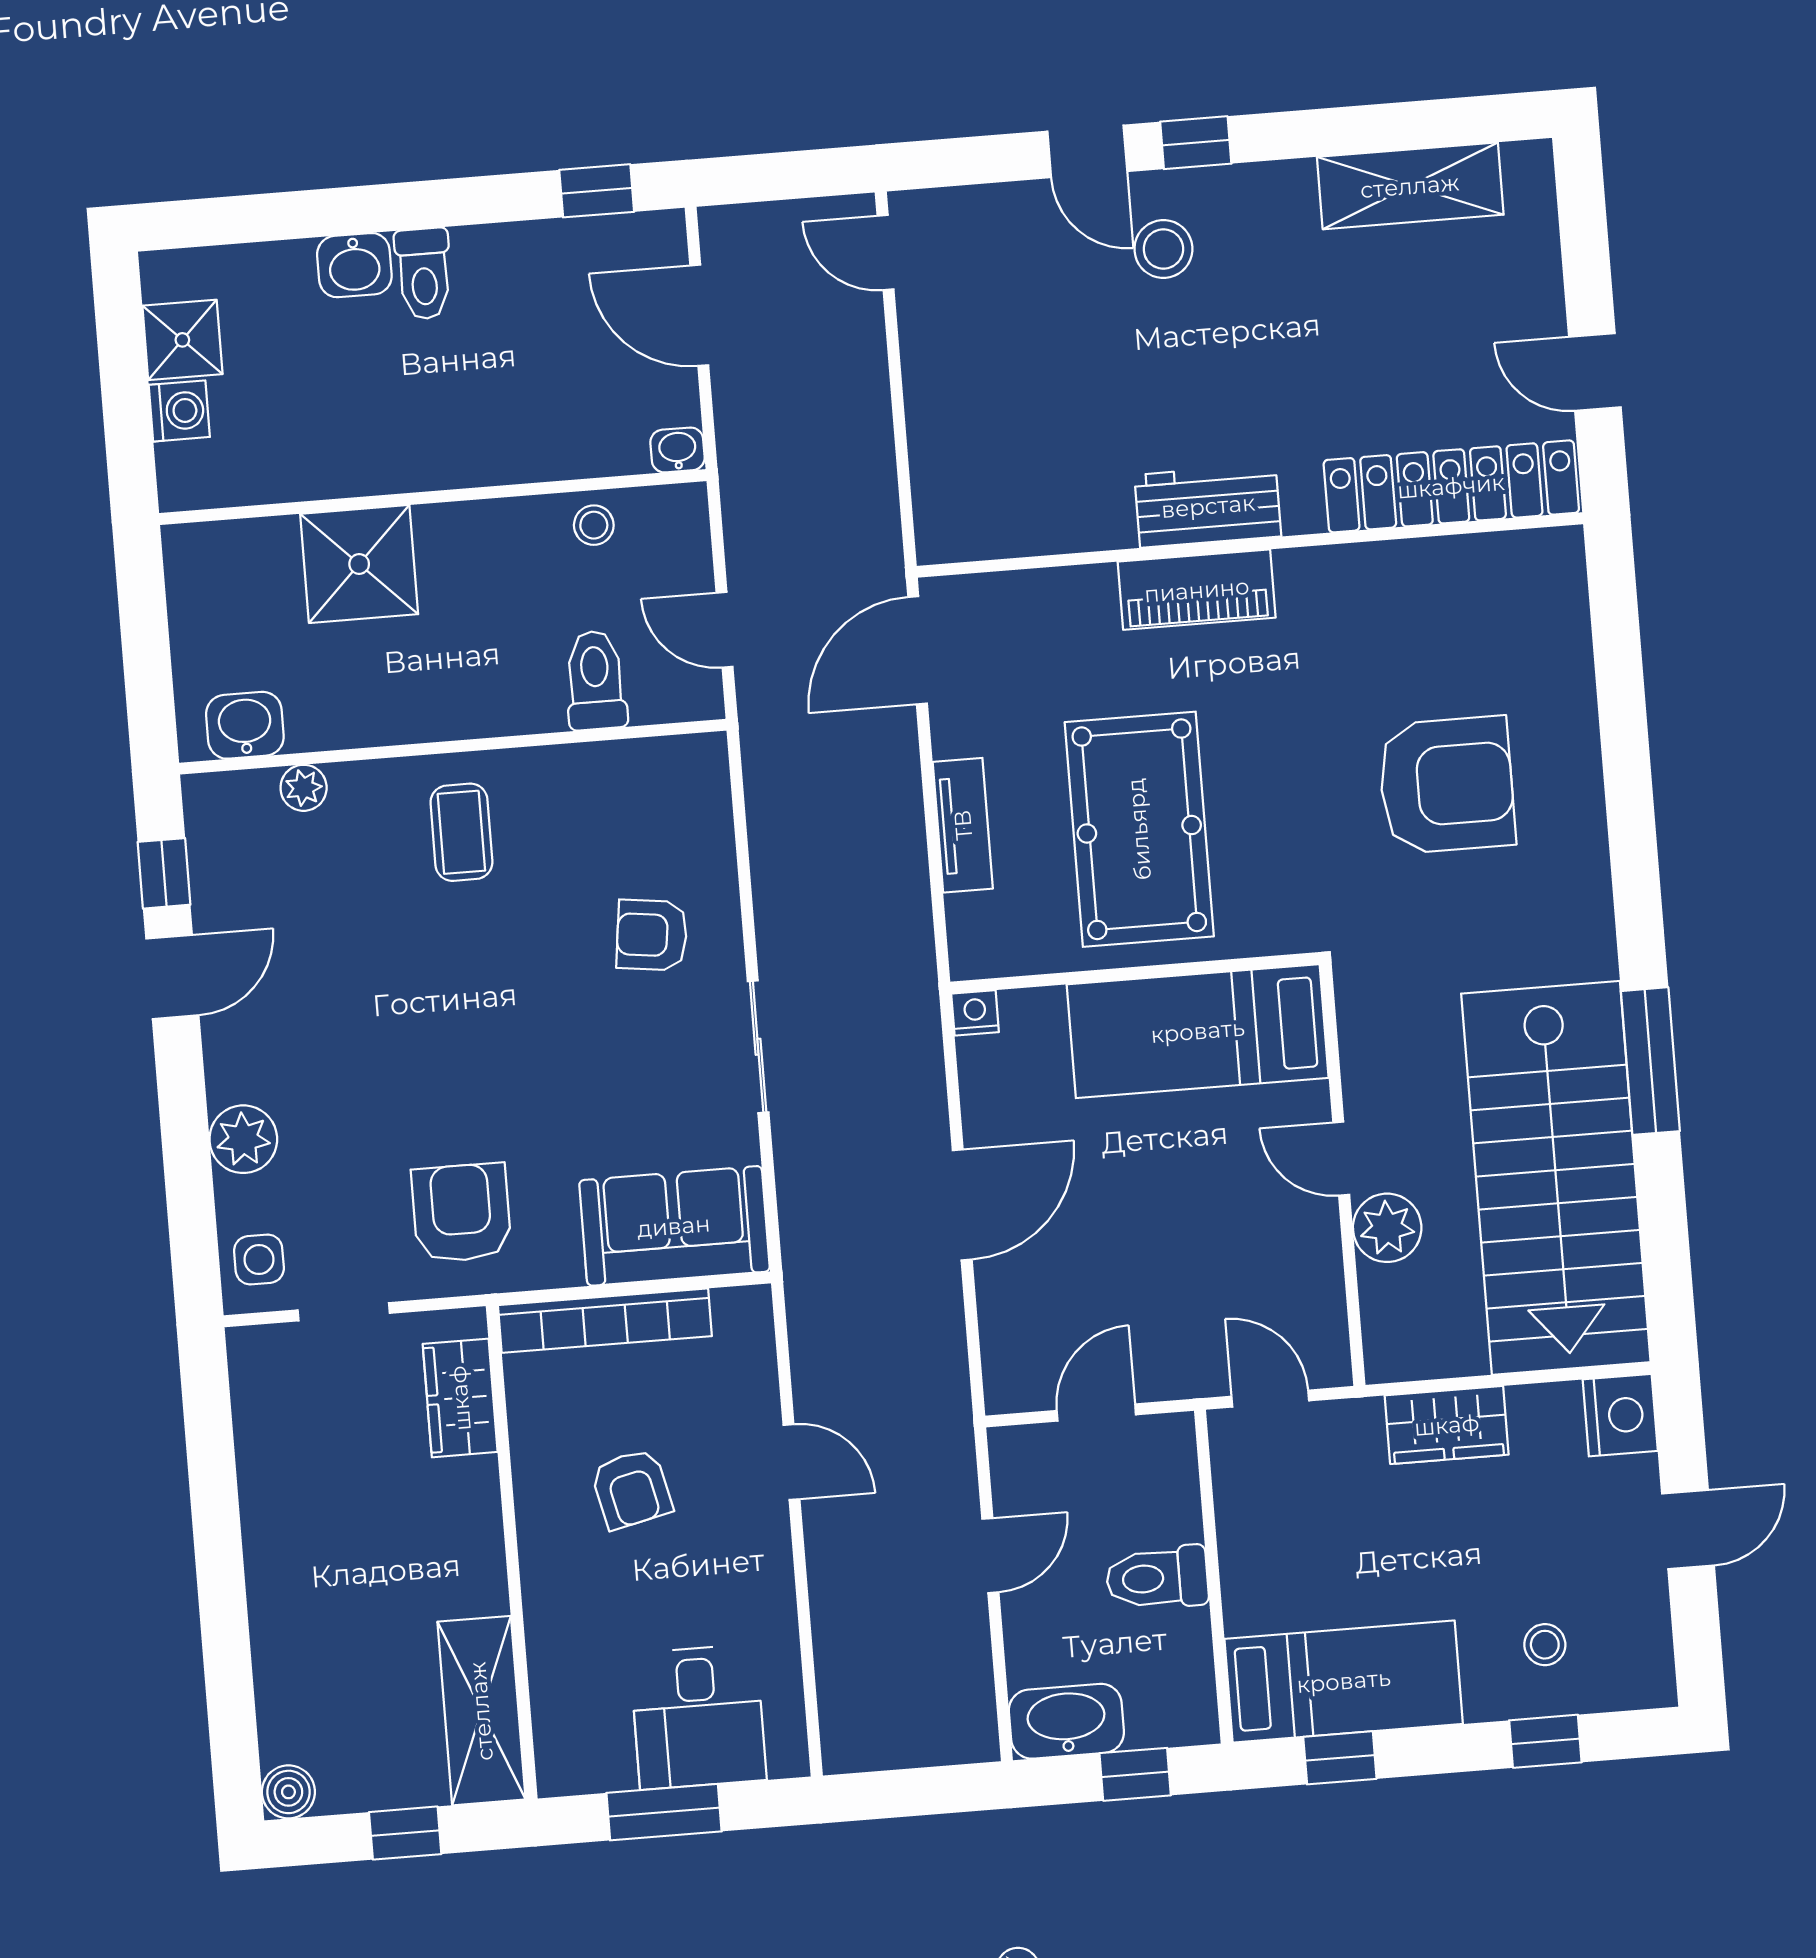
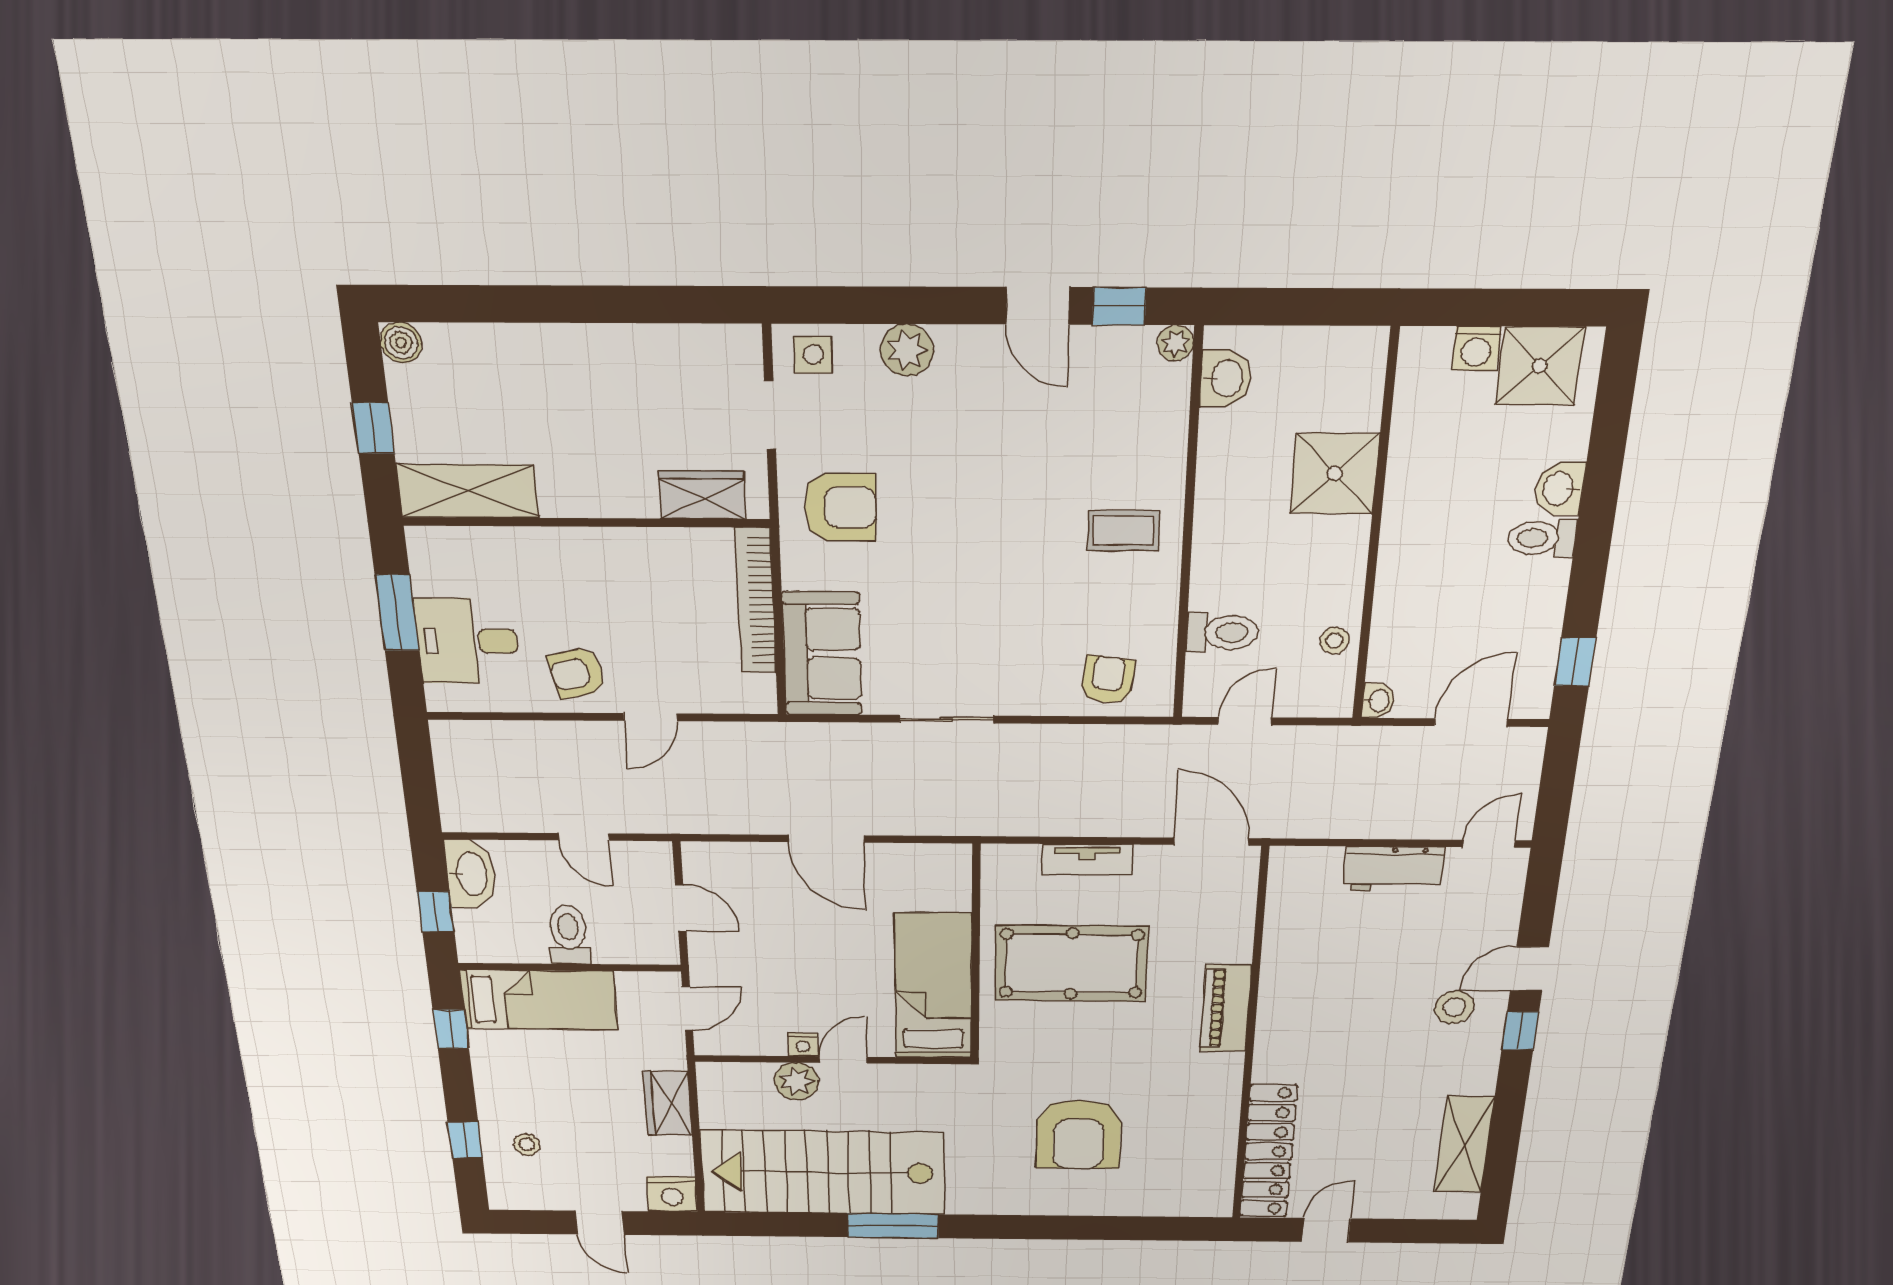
shower: (182, 340) -> (1540, 366), width x1.36, depth x1.36
workbench: (1208, 506) -> (1394, 869), moved, turned 90
plant: (304, 788) -> (1175, 343), moved
armchair: (652, 935) -> (1108, 680), moved
nightstand: (975, 1013) -> (803, 1045), moved, turned 90
armchair: (632, 1489) -> (577, 673), moved
bed: (1344, 1681) -> (539, 1000), moved, turned -90

